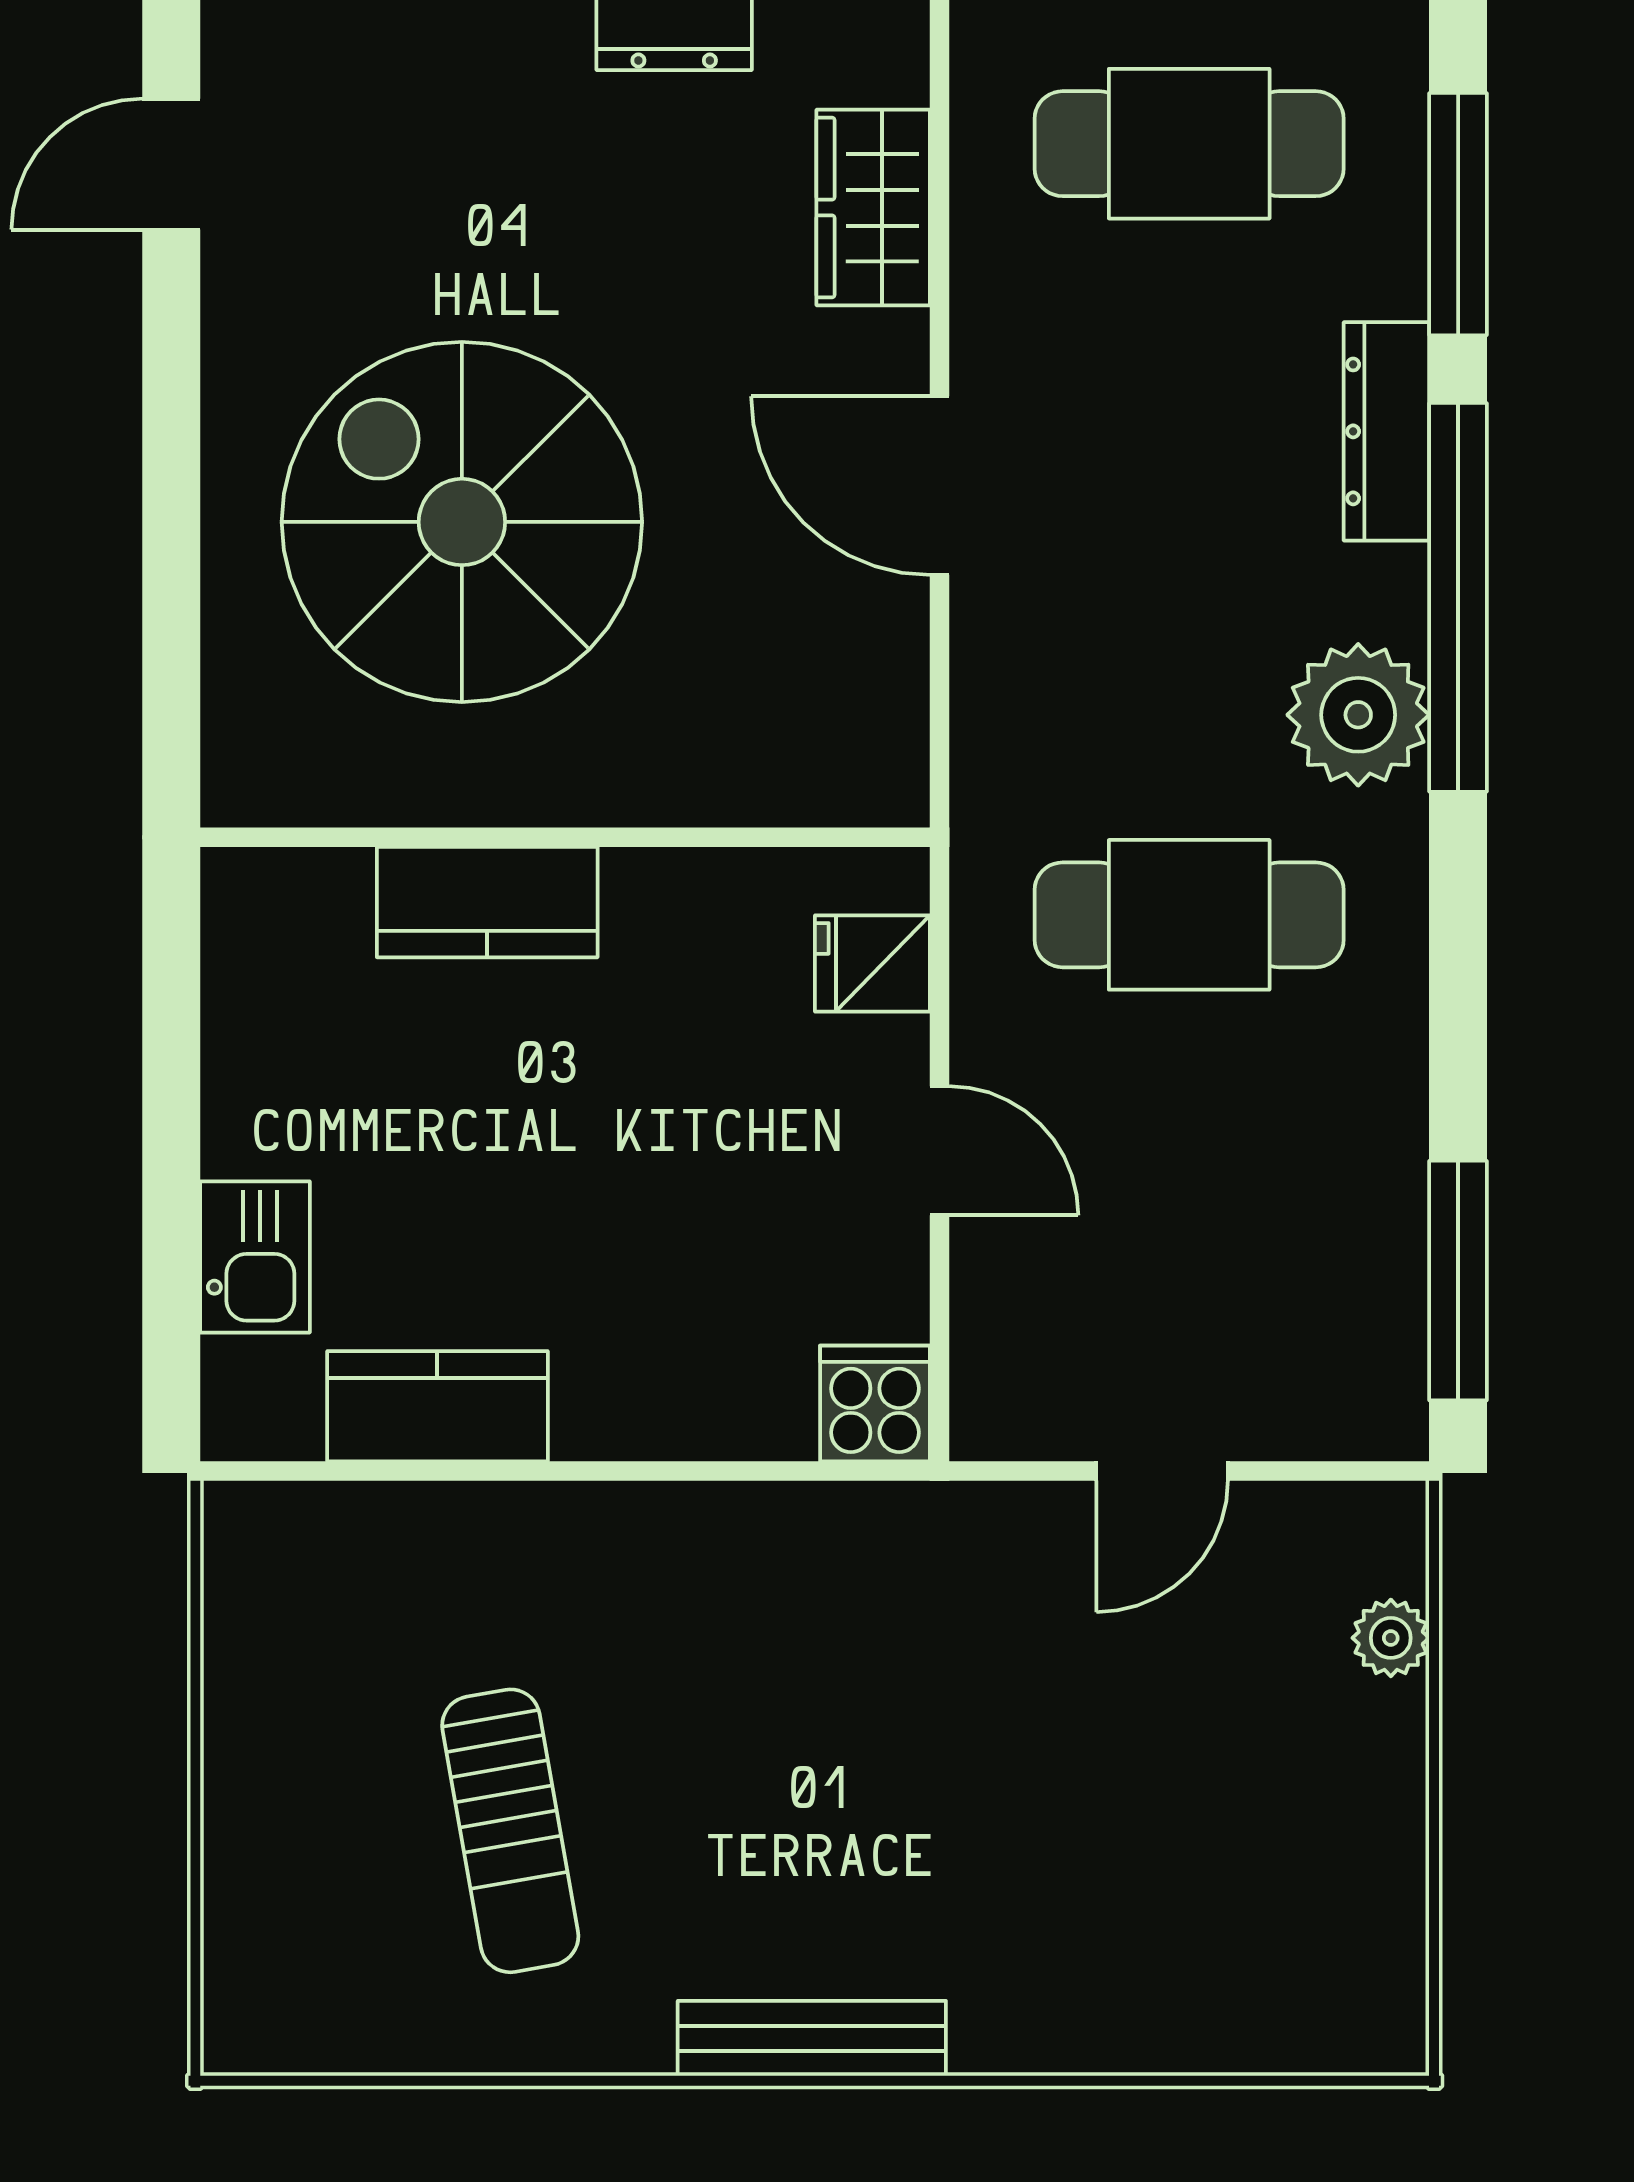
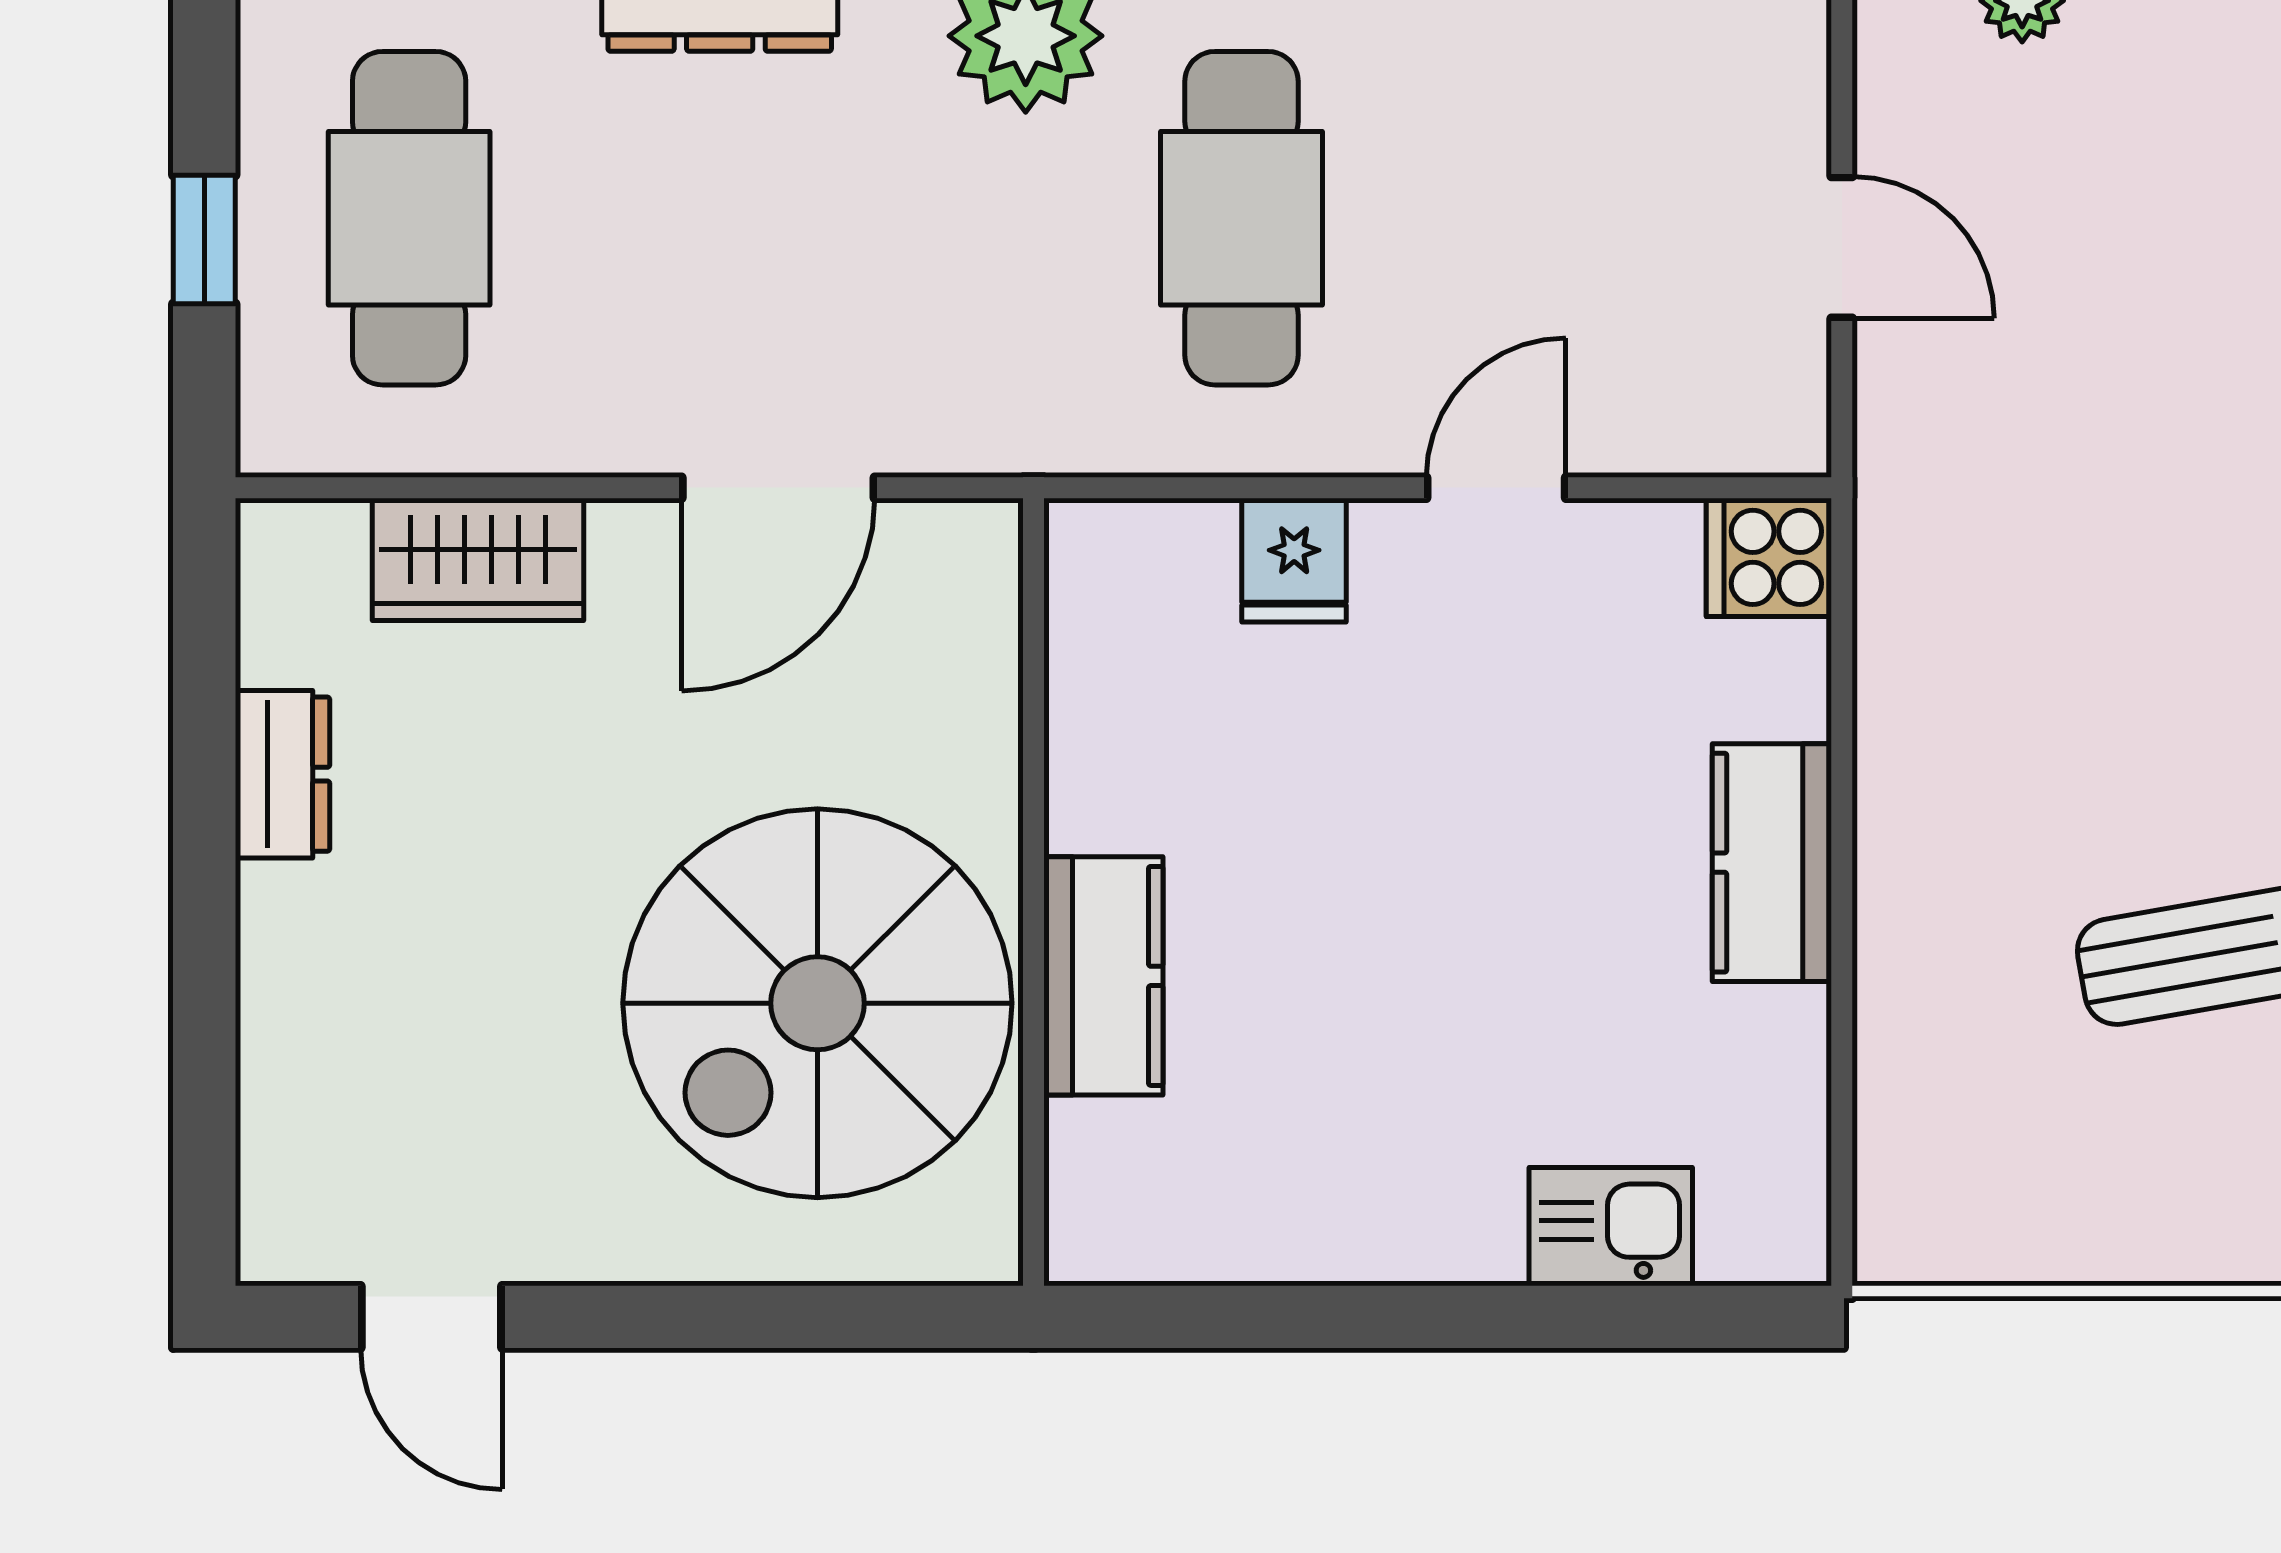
wall: (565, 837) -> (1033, 892), moved
kitchen counter: (487, 902) -> (1103, 976), moved
kitchen counter: (437, 1406) -> (1772, 863), moved

